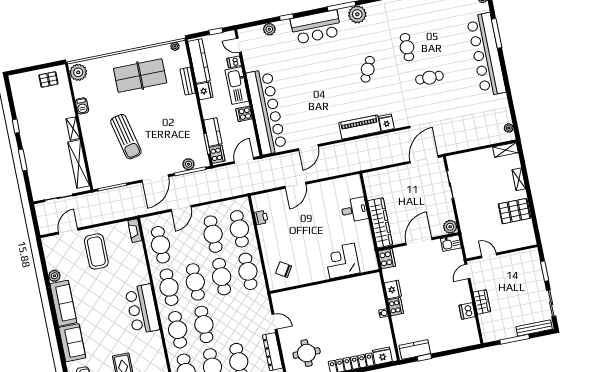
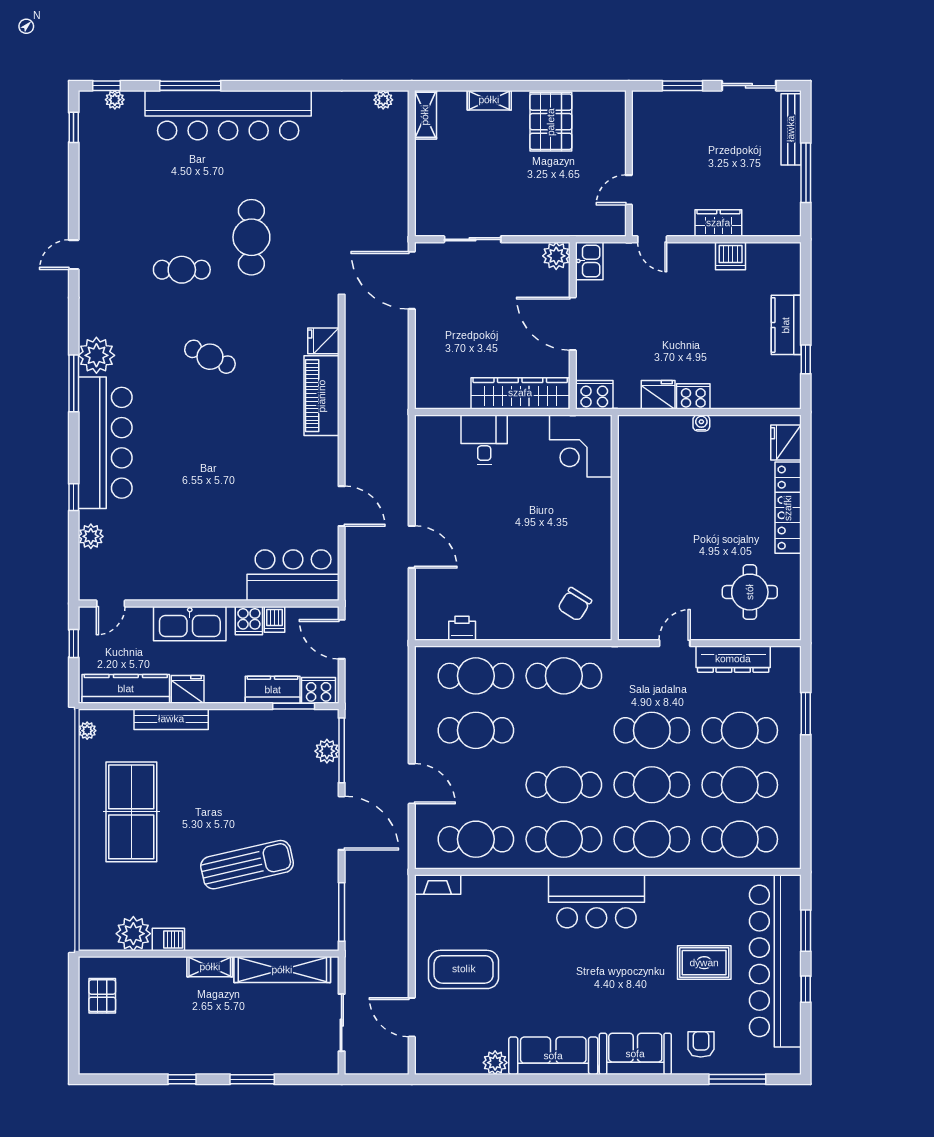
bar counter: (316, 27) -> (105, 443), width x1.36
dishwasher: (234, 62) -> (275, 619), moved
plant: (78, 72) -> (133, 934), moved
cafe table: (429, 78) -> (251, 237), width x1.37, depth x1.35
bench: (188, 81) -> (171, 719), width x1.36
bar counter: (266, 112) -> (293, 575), width x0.54
corner desk: (342, 261) -> (581, 446), moved
cafe table: (222, 277) -> (652, 730), moved
kitchen counter: (415, 349) -> (786, 325), moved

